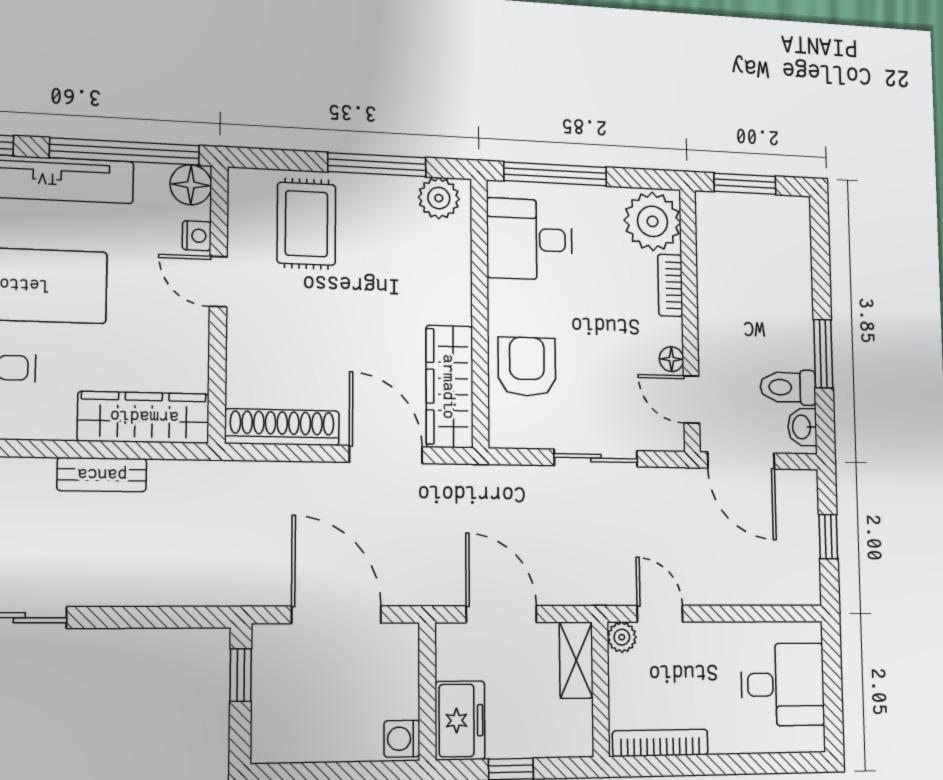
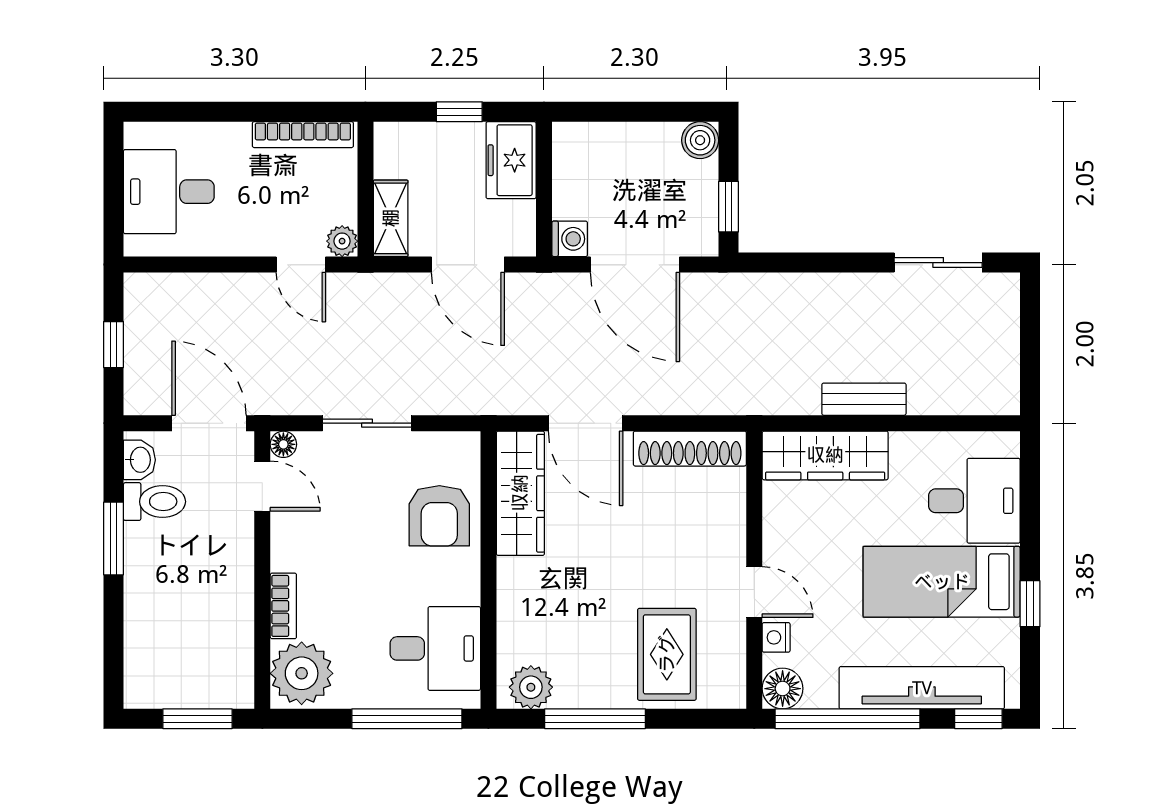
floor lamp: (671, 359) -> (283, 444), moved
washing machine: (402, 739) -> (570, 239), moved
boiler: (269, 744) -> (700, 140), added

